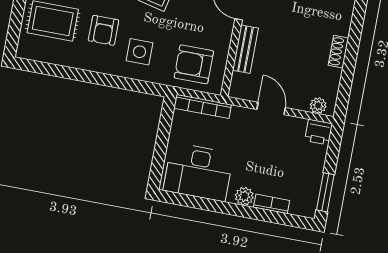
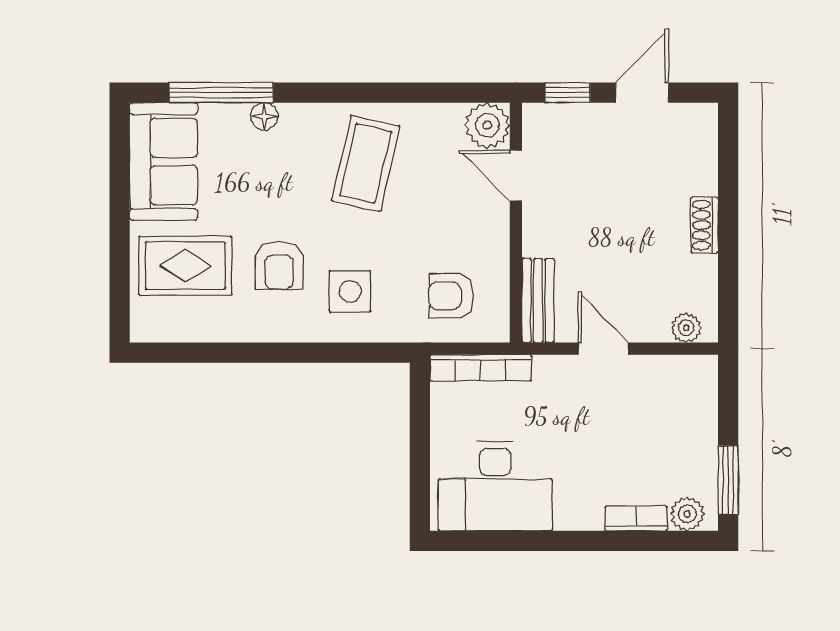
bench: (245, 49) -> (538, 301), moved
armchair: (194, 64) -> (451, 296), width x0.72, depth x0.72
printer: (319, 132) -> (696, 375), removed
plant: (244, 196) -> (687, 514), moved

